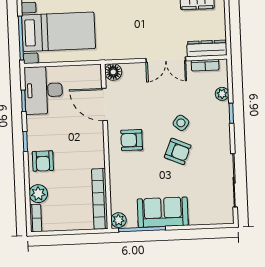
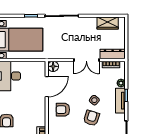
door: (104, 105) -> (47, 87), swing flipped
tv unit: (222, 122) -> (120, 101), added
armchair: (178, 151) -> (91, 118), turned -95

